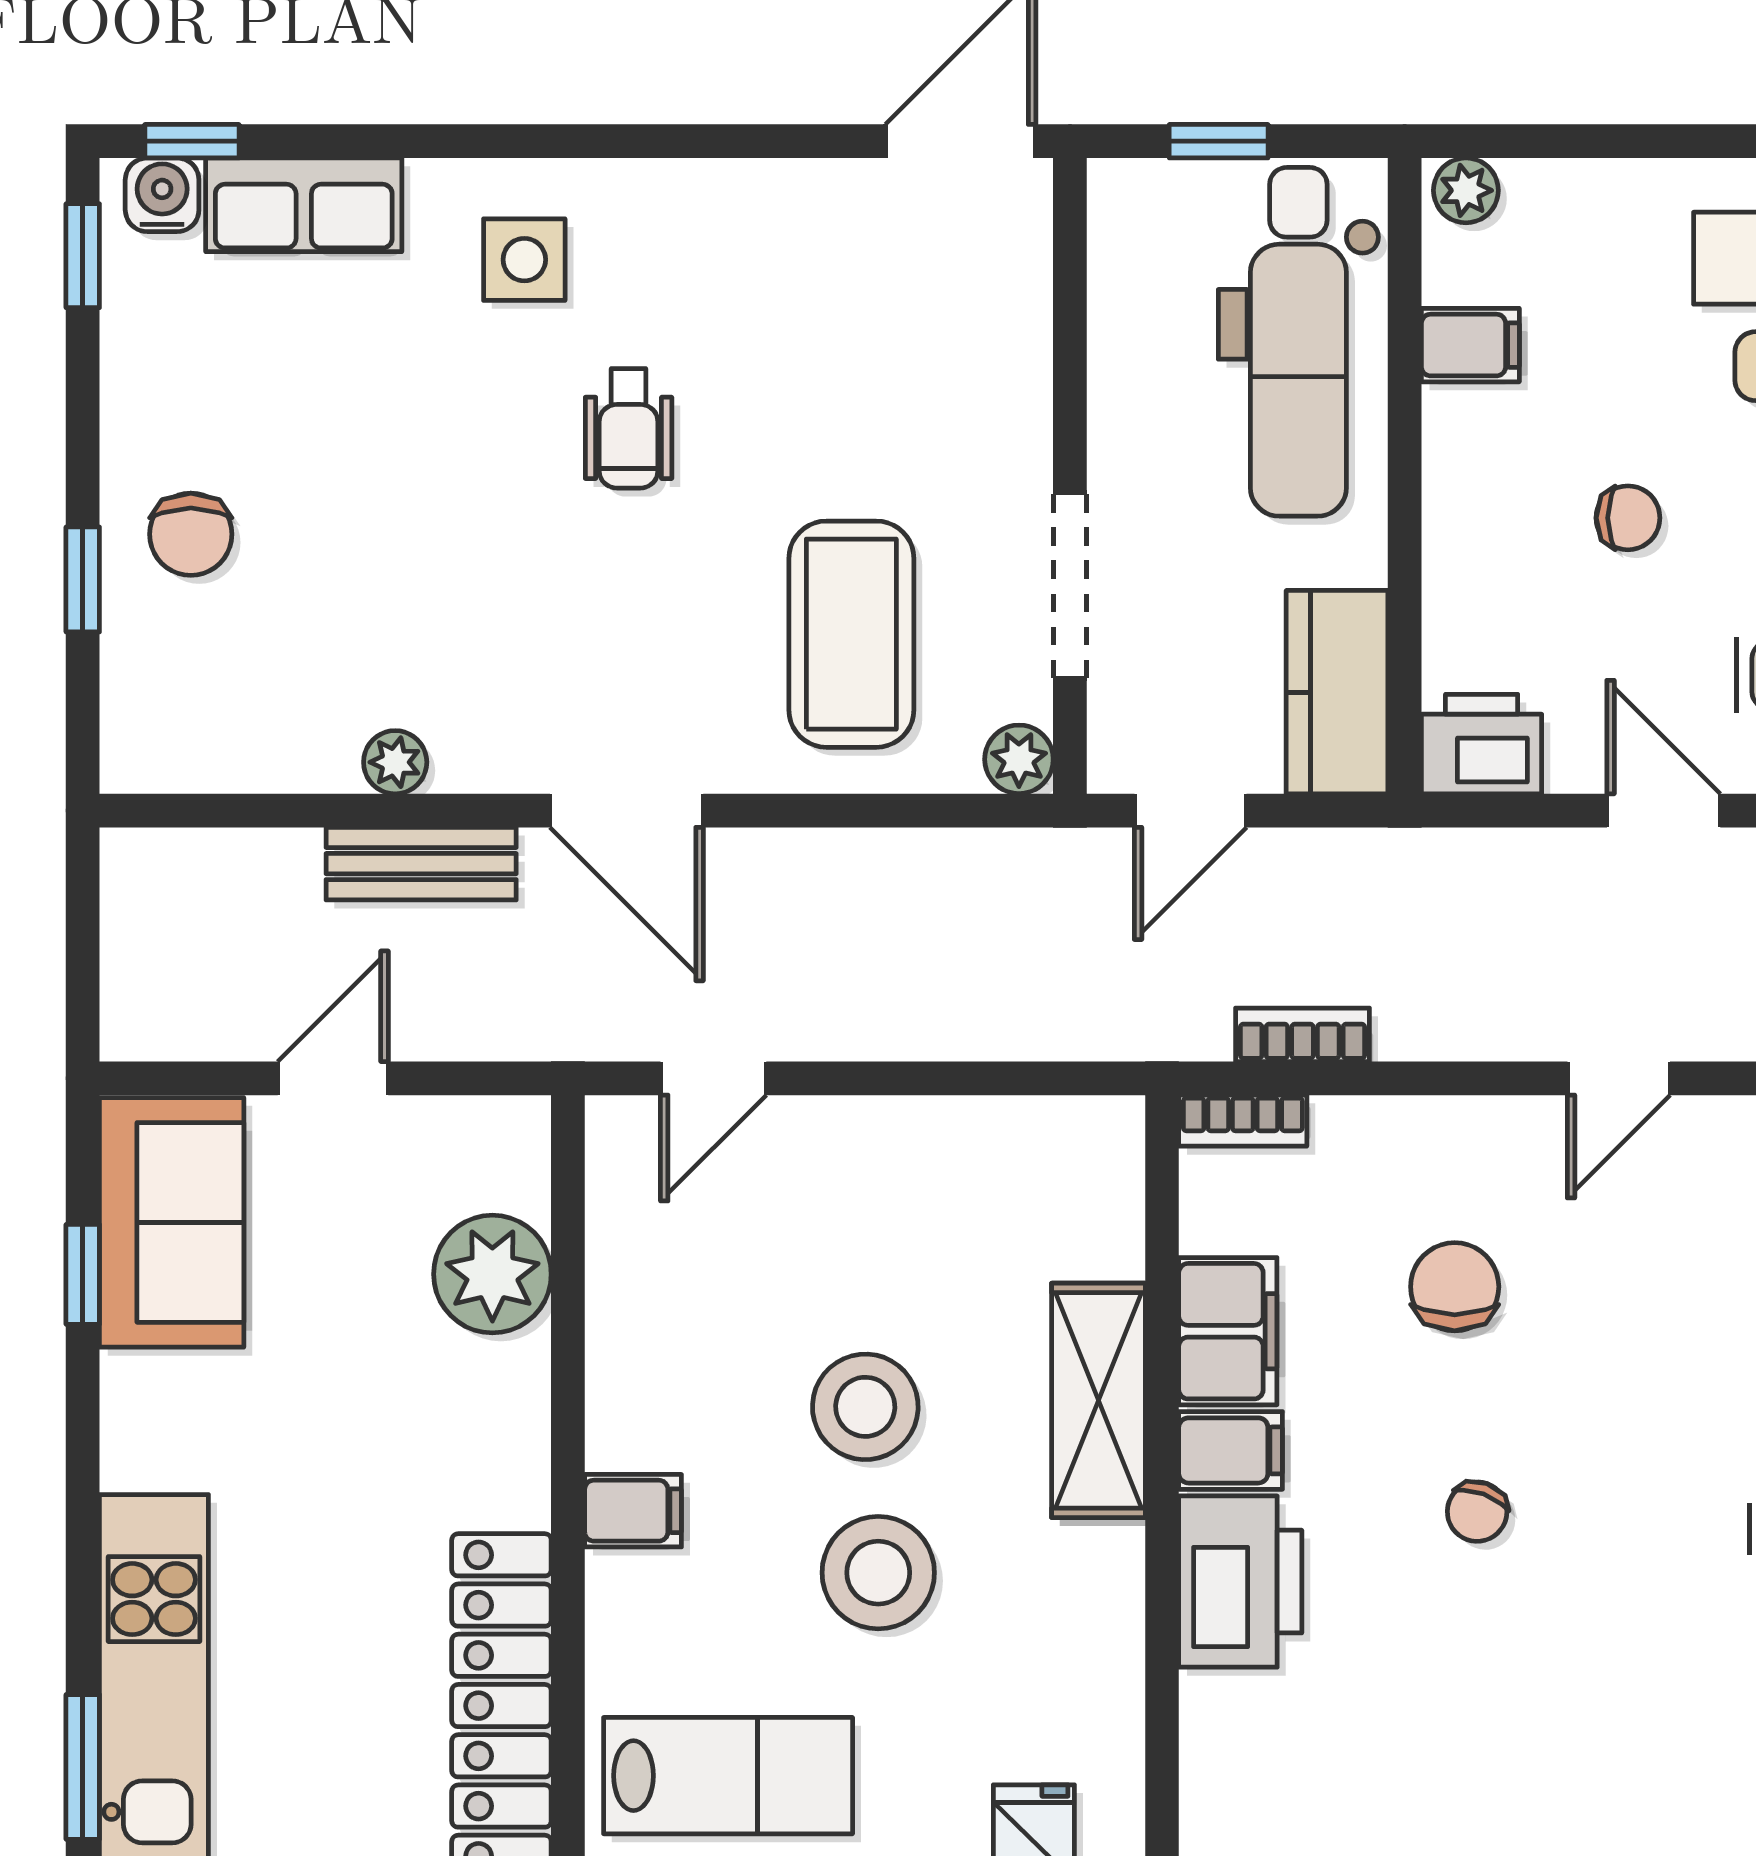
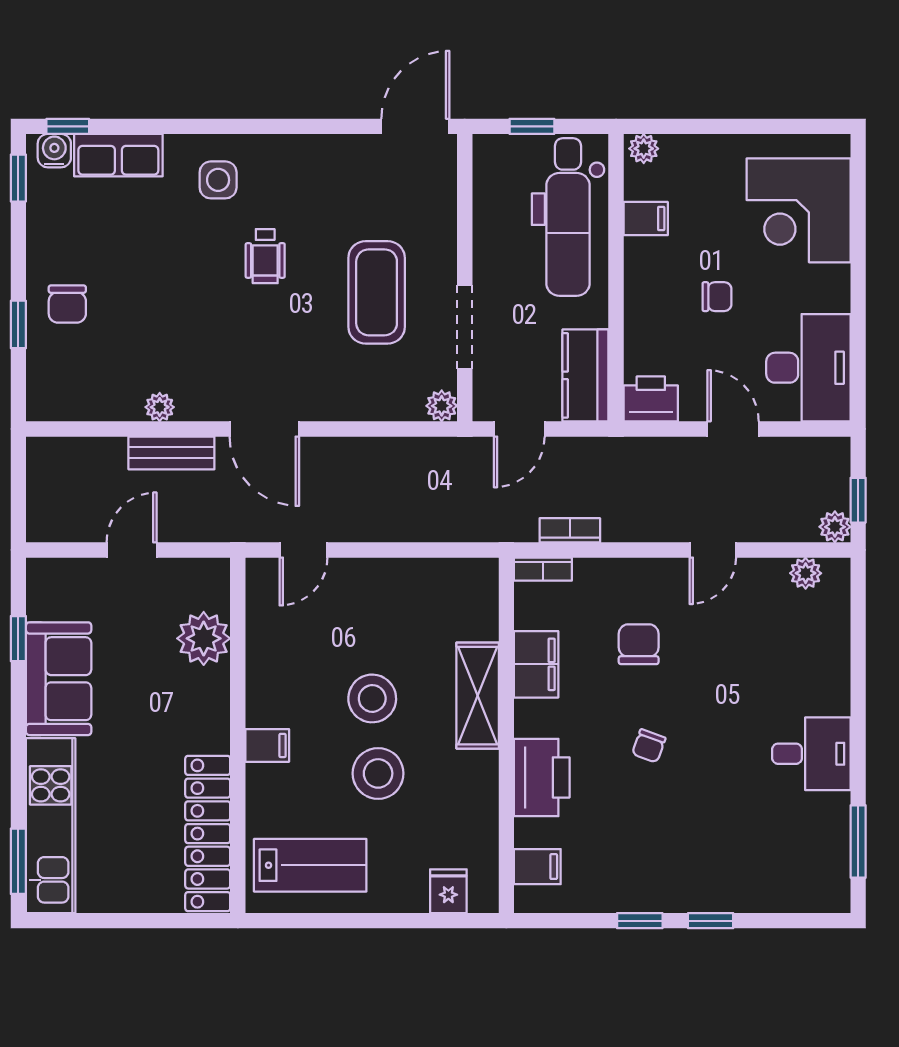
coffee table: (851, 634) -> (377, 292), moved
sofa: (172, 1222) -> (59, 679), moved
filing cabinet: (1231, 1450) -> (537, 867), moved

